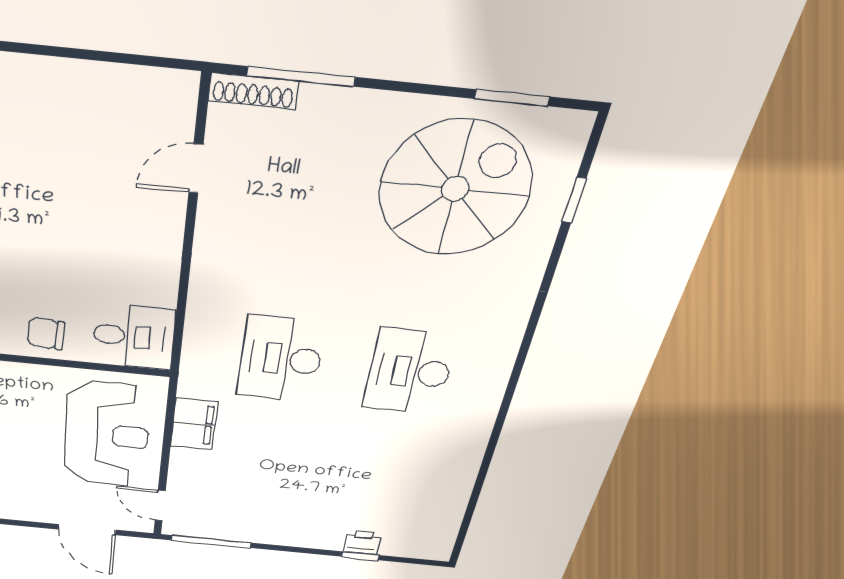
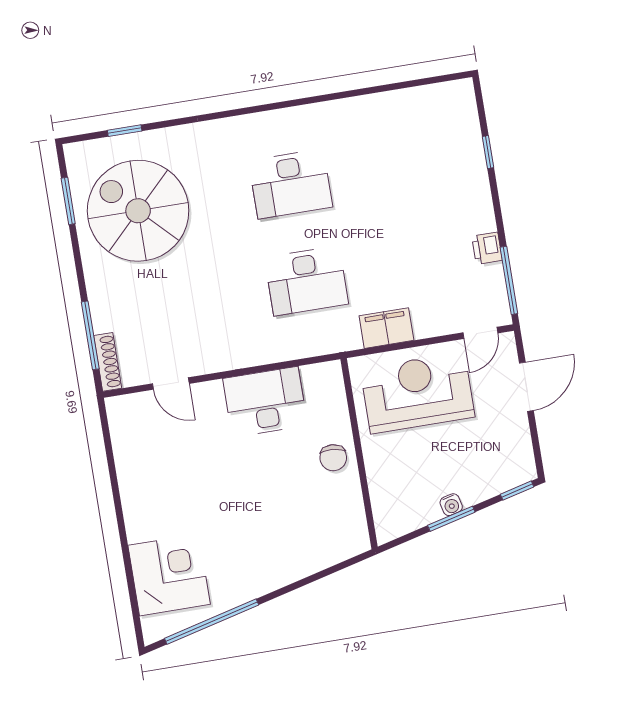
desk: (134, 337) -> (265, 402), moved, width x1.37
printer: (362, 542) -> (487, 248), moved

